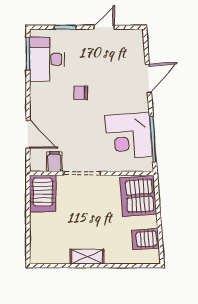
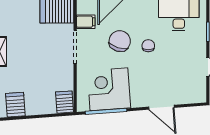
chair: (76, 124) -> (120, 41), added
server rack: (138, 196) -> (65, 102), width x0.46, depth x0.70

